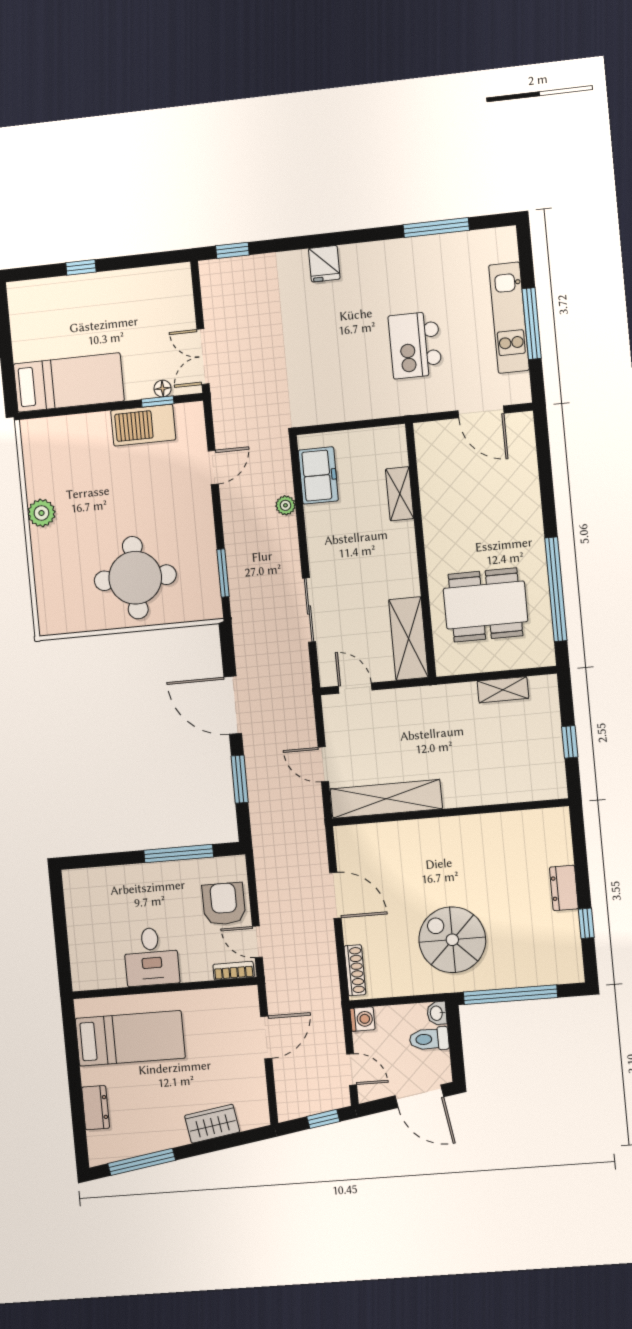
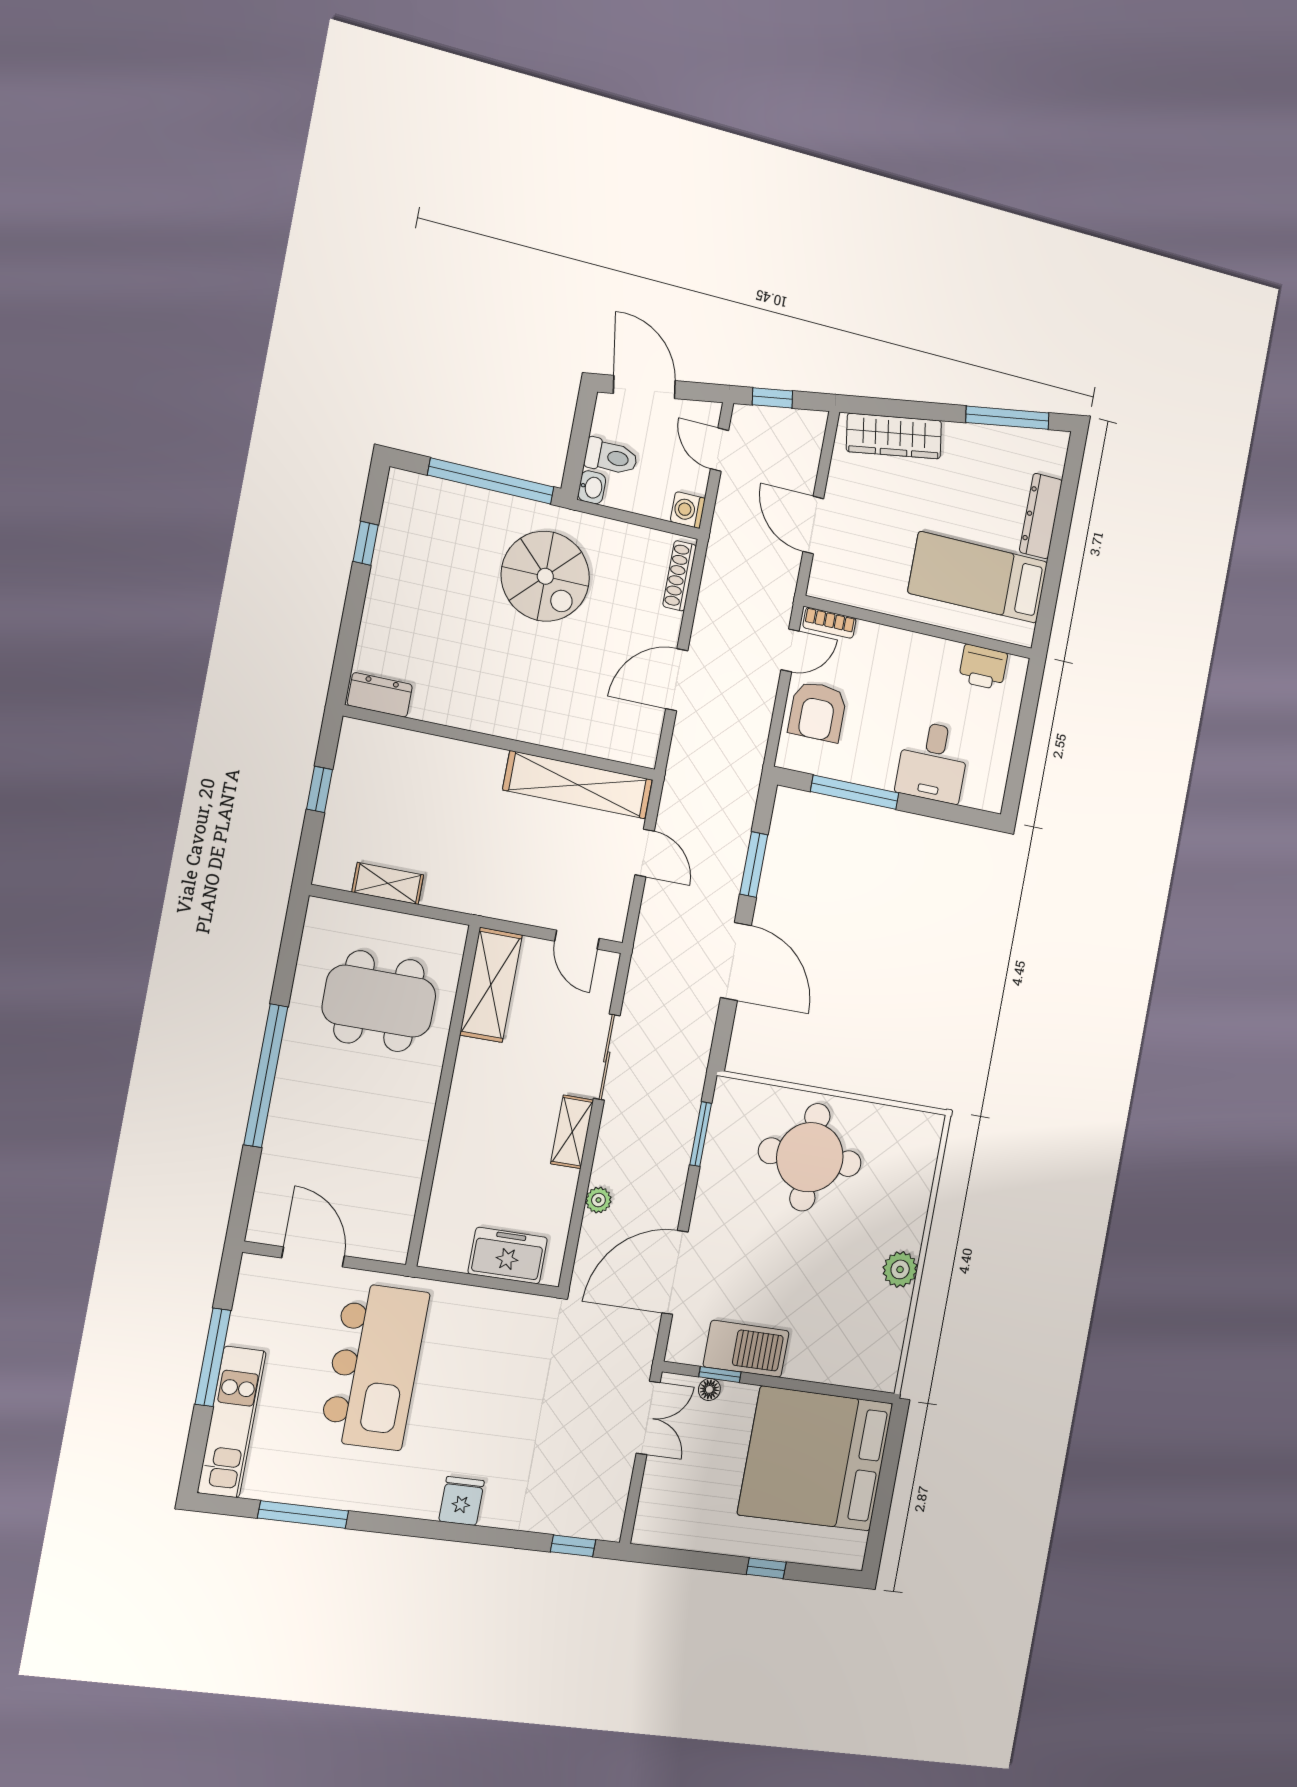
kitchen unit: (509, 318) -> (232, 1422), moved
kitchen island: (415, 345) -> (374, 1366), width x1.87, depth x1.28
bed: (69, 382) -> (815, 1459), width x2.04
door: (213, 467) -> (675, 1272), width x1.87
freezer: (318, 475) -> (508, 1256), moved, turned 90
shelving: (400, 494) -> (572, 1132), moved
window: (556, 589) -> (266, 1076), moved
dresser: (564, 888) -> (380, 695), moved, turned -90
door: (335, 895) -> (677, 680), hinge flipped
door: (257, 942) -> (790, 650), hinge flipped
desk: (151, 957) -> (933, 762), moved, turned 180
printer: (107, 974) -> (983, 667), added
door: (266, 1037) -> (813, 525), hinge flipped
dresser: (96, 1108) -> (1041, 516), width x1.44
wardrobe: (212, 1124) -> (894, 436), width x1.50

